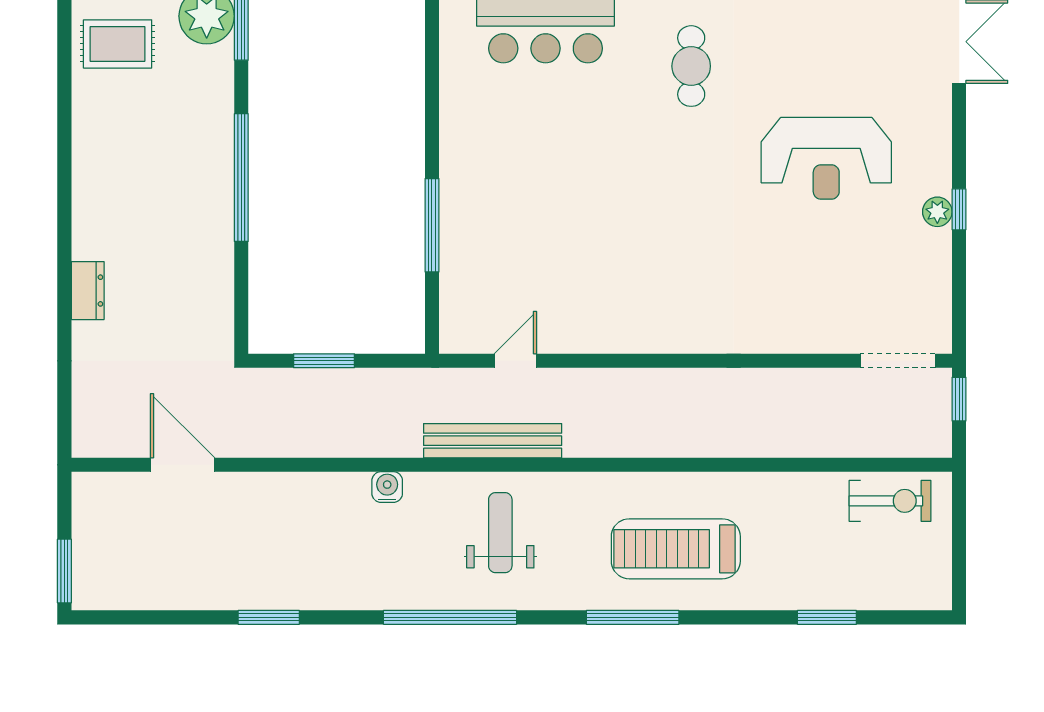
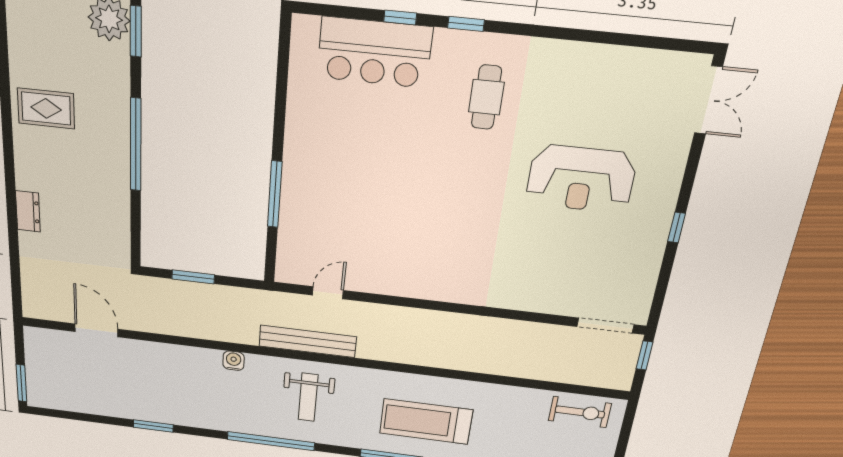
rug: (118, 44) -> (46, 108), moved
plant: (937, 212) -> (659, 227), removed
weight bench: (500, 533) -> (308, 397), turned 180

